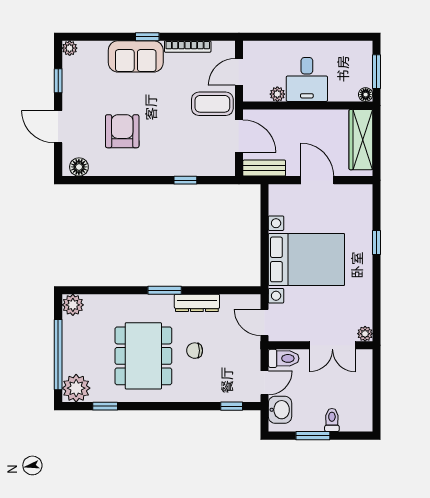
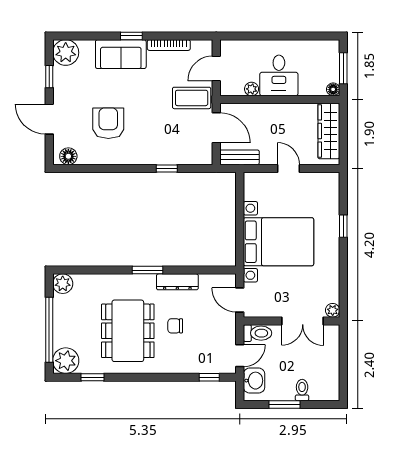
plant: (70, 48) -> (66, 53), width x1.88, depth x1.88
door: (317, 180) -> (289, 168), width x0.73

